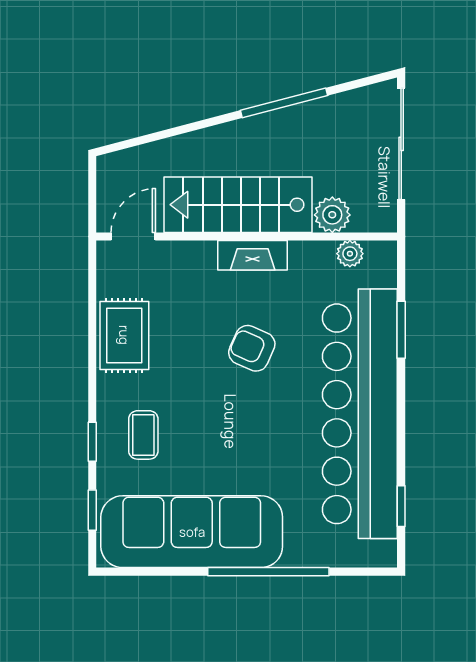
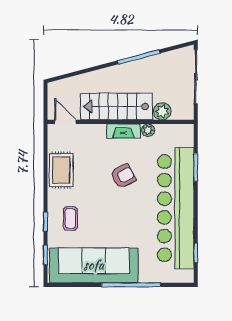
door: (133, 237) -> (65, 122), hinge flipped
plant: (350, 254) -> (148, 130), moved
armchair: (252, 348) -> (123, 176), turned 129

